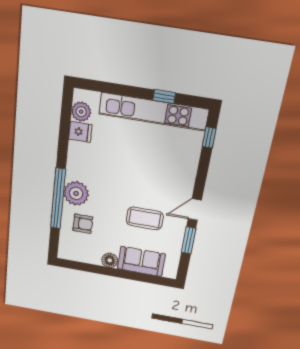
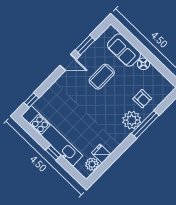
window: (164, 97) -> (53, 153), moved
window: (58, 199) -> (145, 124), width x0.68
coffee table: (145, 218) -> (102, 77), turned 90
armchair: (83, 224) -> (142, 99), turned 180

